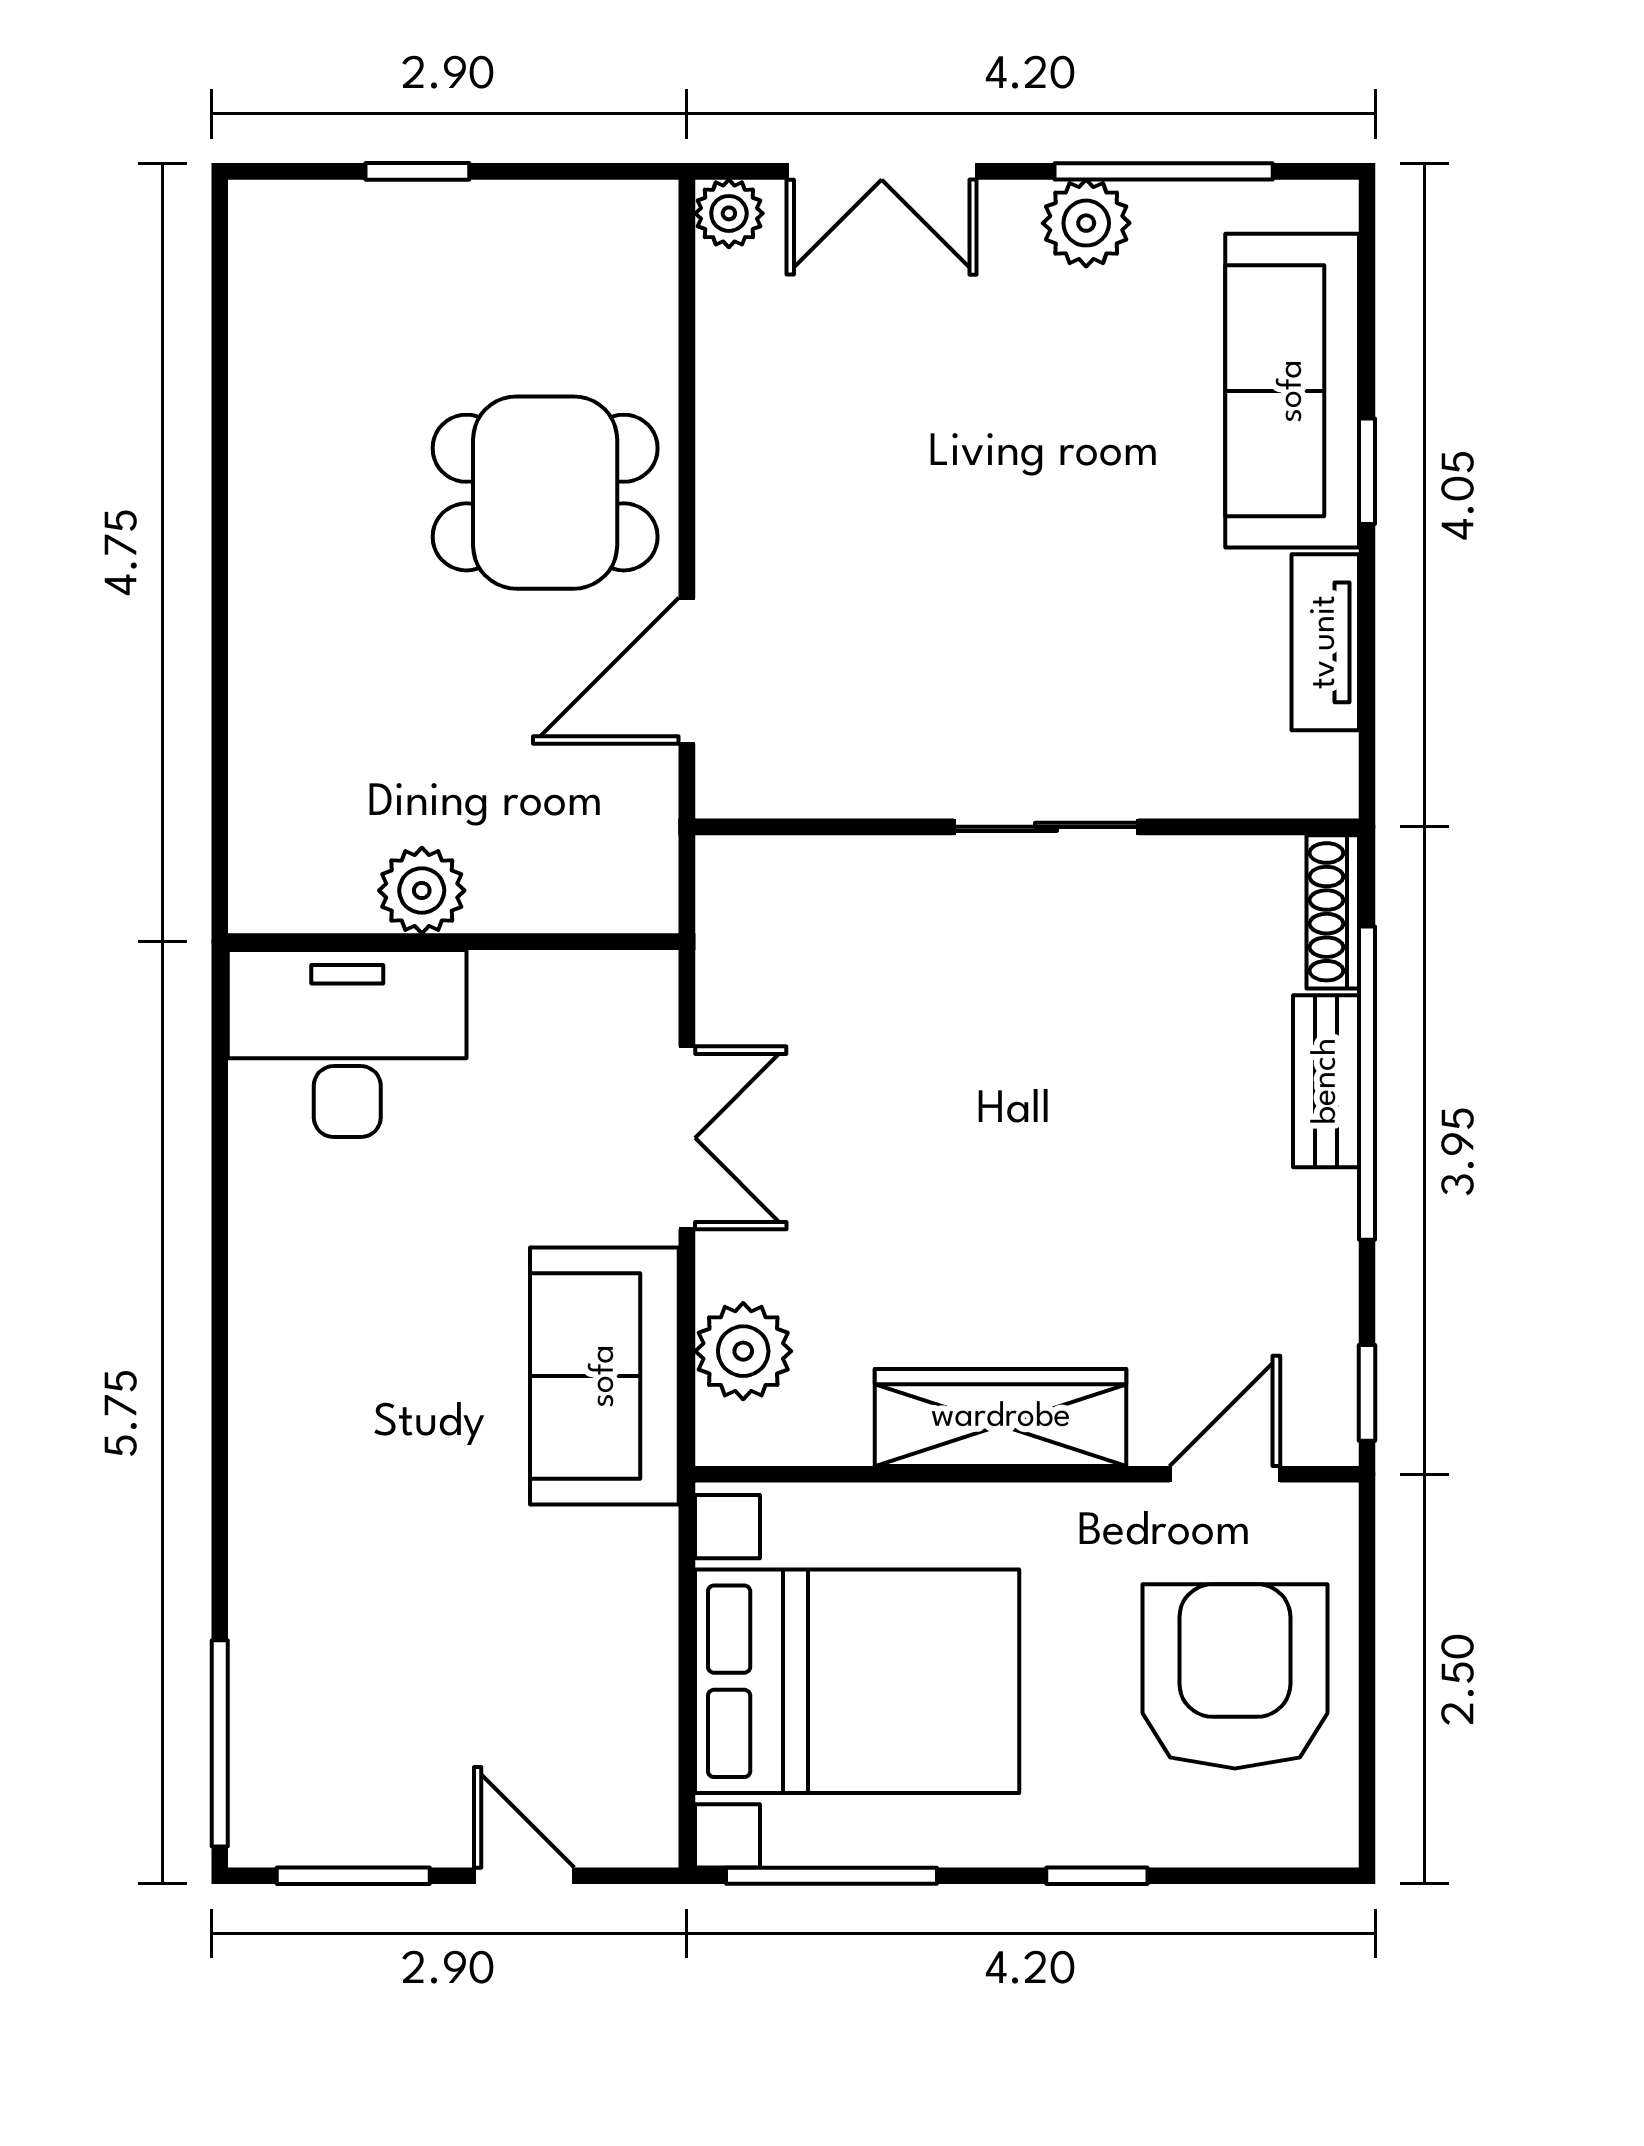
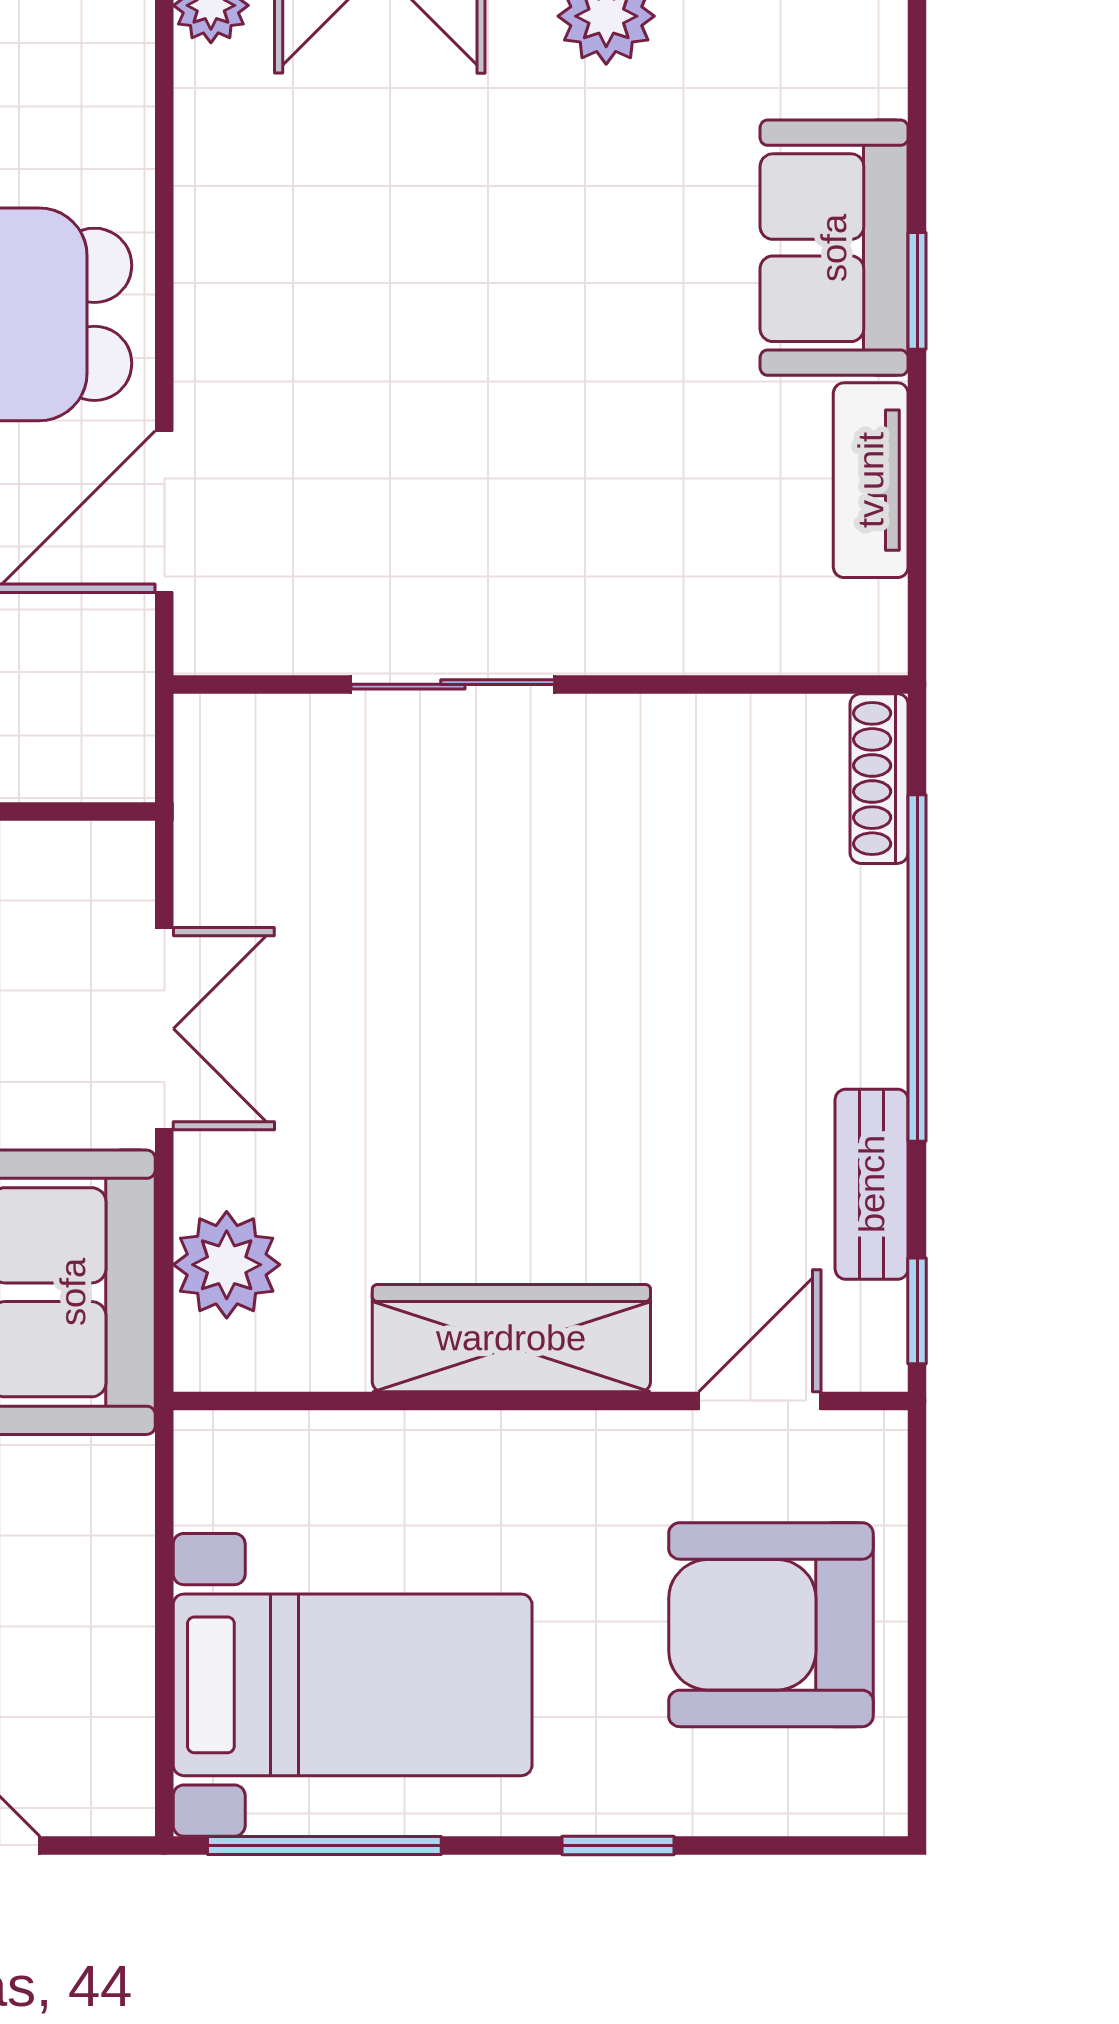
sofa: (1292, 391) -> (834, 248), width x0.73
sliding door: (1046, 827) -> (453, 684), moved
bench: (1326, 1081) -> (872, 1184), moved
armchair: (1235, 1676) -> (771, 1625), turned -90
bed with nightstands: (857, 1681) -> (353, 1685), width x0.73

